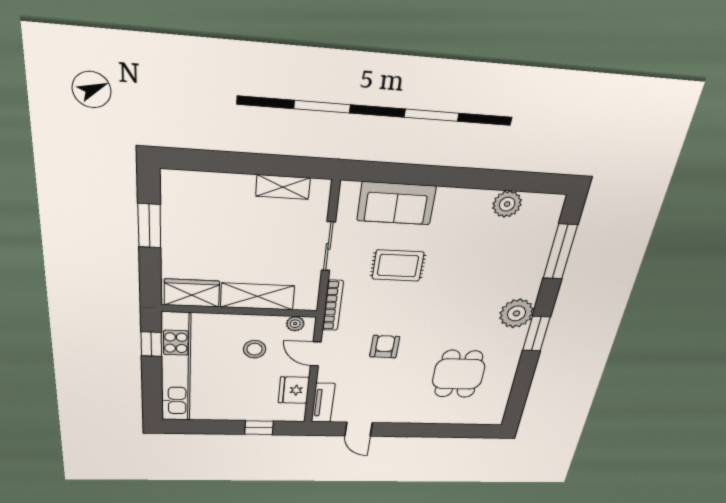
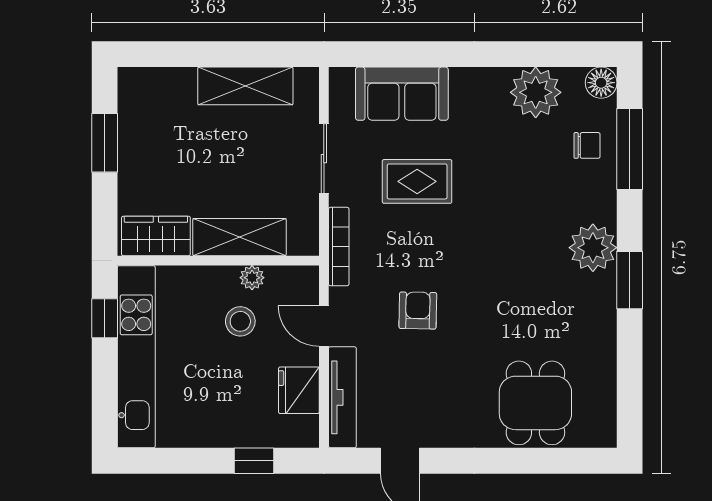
shelving: (283, 187) -> (245, 86), width x1.50, depth x1.33
plant: (507, 204) -> (536, 92), width x1.36, depth x1.36
floor lamp: (552, 205) -> (601, 83), added
chair: (530, 248) -> (587, 145), added
plant: (295, 324) -> (252, 278), moved
dining table: (459, 374) -> (535, 403), moved
tv unit: (323, 403) -> (342, 397), width x1.41

